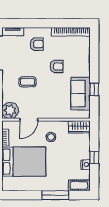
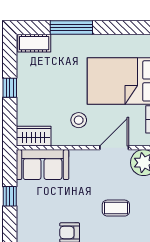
sofa: (81, 94) -> (43, 165), moved, turned 90
nightstand: (86, 164) -> (24, 76), removed

